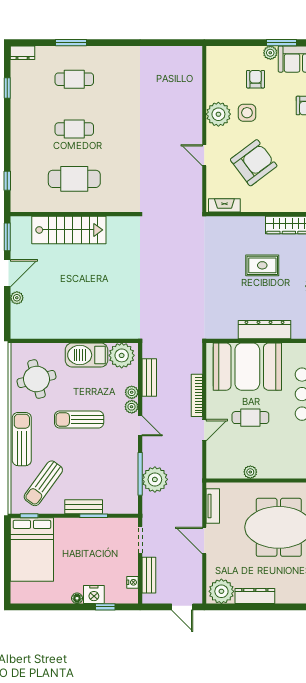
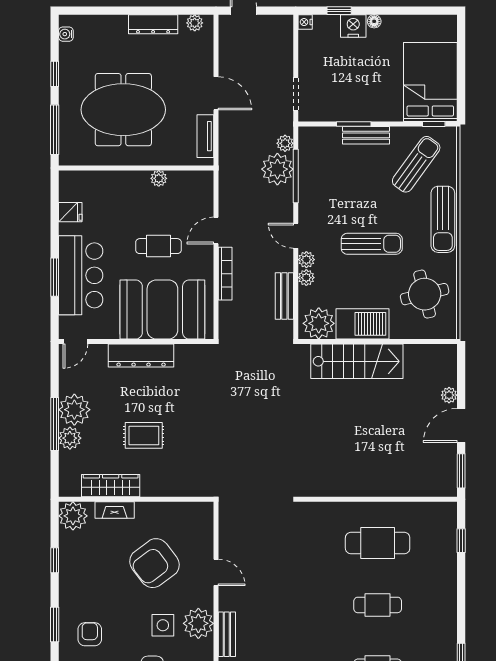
fireplace: (224, 205) -> (115, 510), moved
stairs: (69, 230) -> (357, 361), moved, turned 180
plant: (149, 500) -> (285, 143), added
bench: (149, 575) -> (227, 634), moved
nightstand: (133, 582) -> (305, 22), moved
plant: (221, 591) -> (195, 23), width x0.53, depth x0.53

